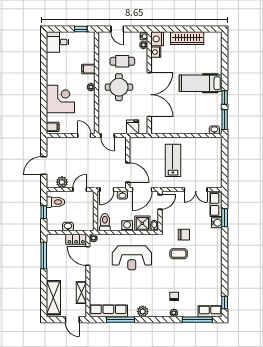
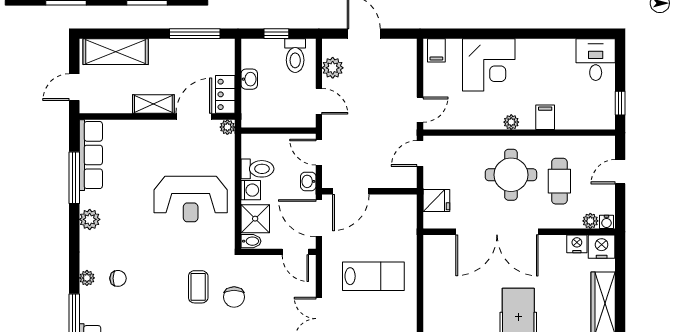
toilet: (105, 222) -> (257, 169), moved
reception desk: (132, 258) -> (191, 199), turned -90
shelving: (81, 293) -> (153, 104), moved

